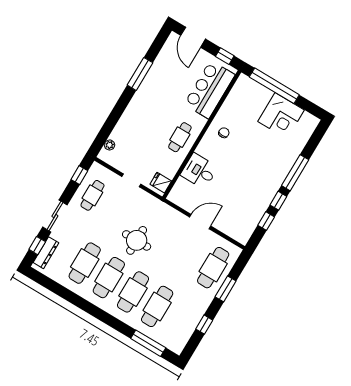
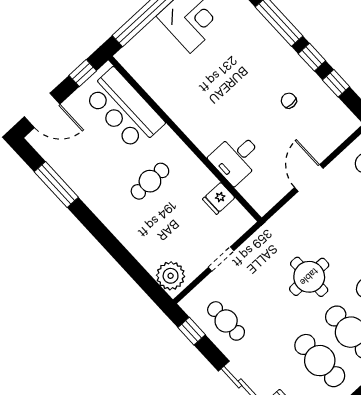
window: (140, 74) -> (56, 184), moved
chair: (224, 133) -> (289, 101), moved
cafe table: (180, 137) -> (150, 181), moved, turned 90
plant: (109, 145) -> (171, 276), width x1.88, depth x1.88
fridge: (161, 183) -> (219, 198), moved

